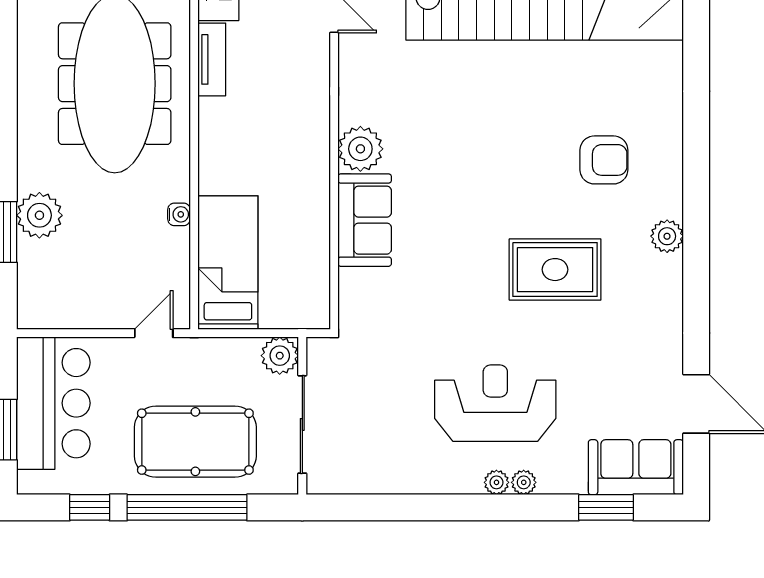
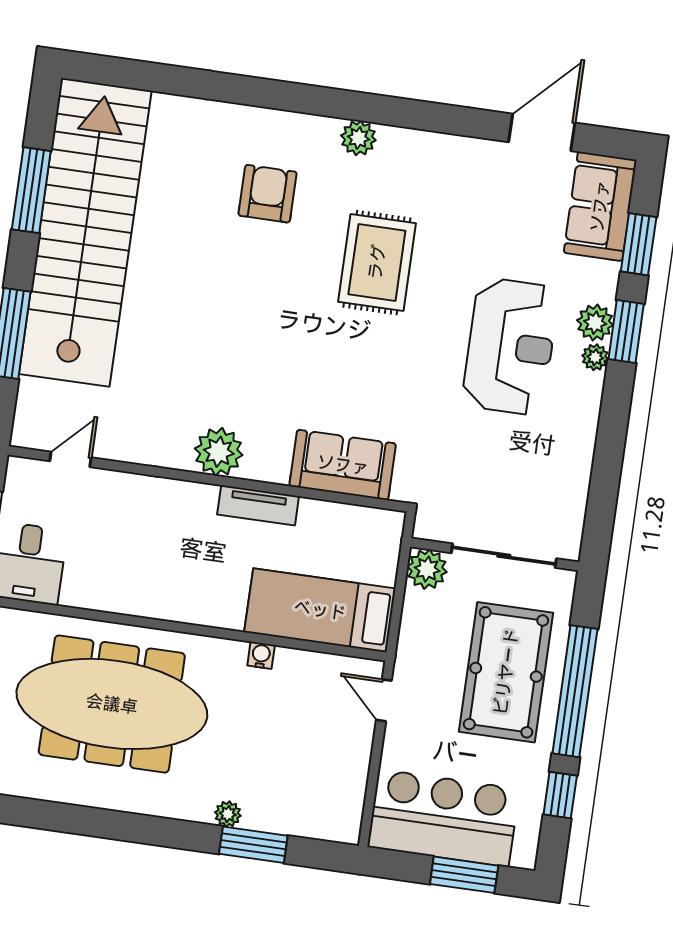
tv unit: (212, 59) -> (258, 505), moved, turned 180
plant: (39, 215) -> (228, 814), width x0.53, depth x0.53
sofa: (365, 220) -> (343, 465), moved
reception desk: (495, 403) -> (510, 347), turned 180
plant: (524, 482) -> (595, 323), width x1.38, depth x1.38
window: (524, 507) -> (626, 331), added

